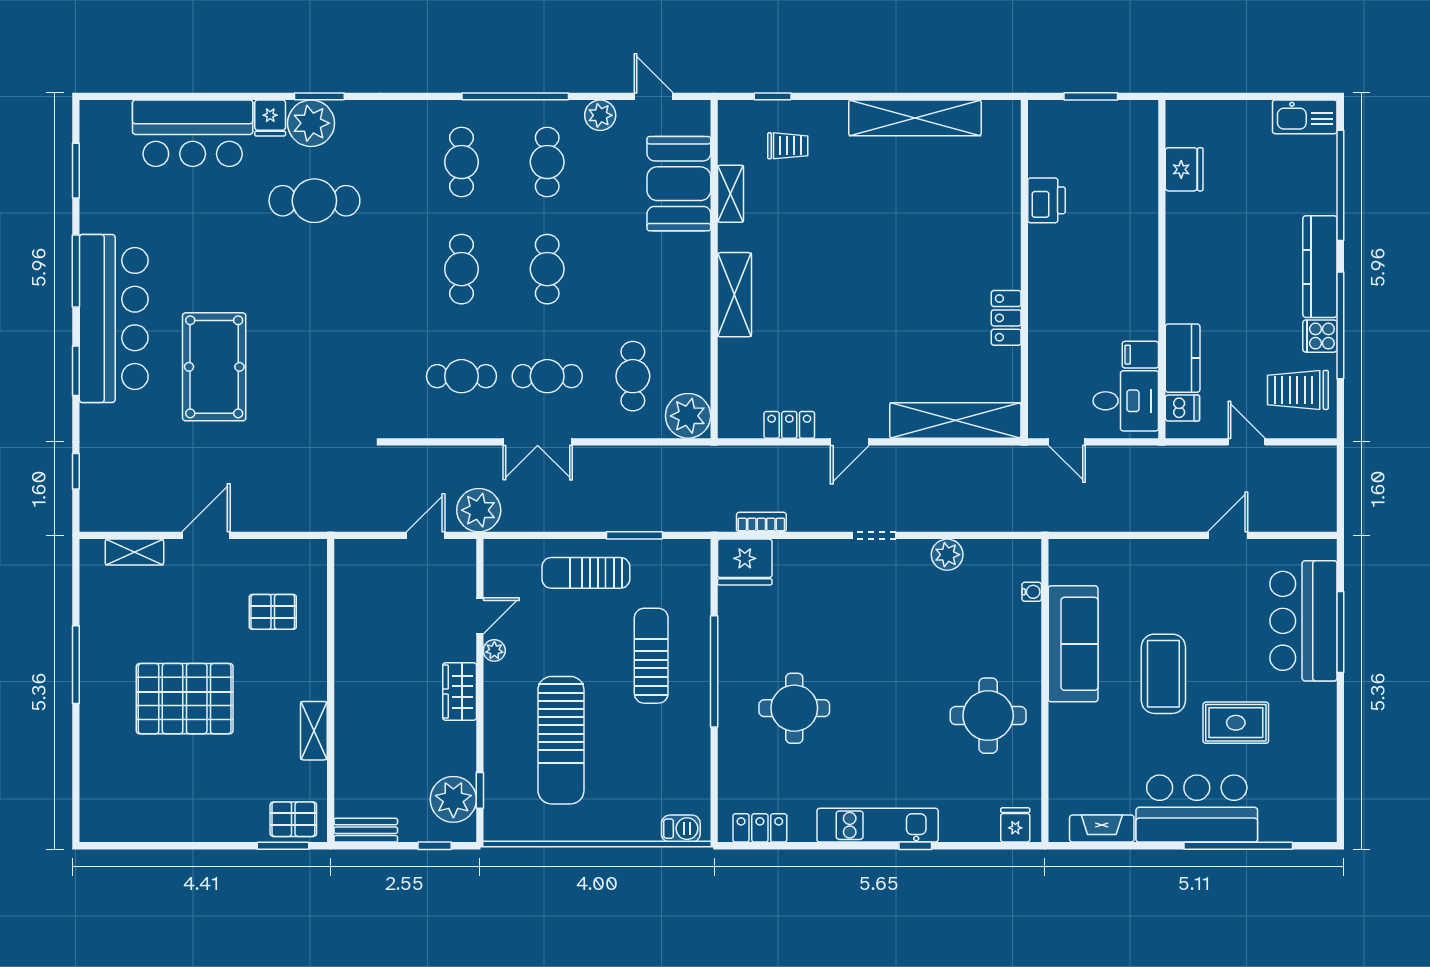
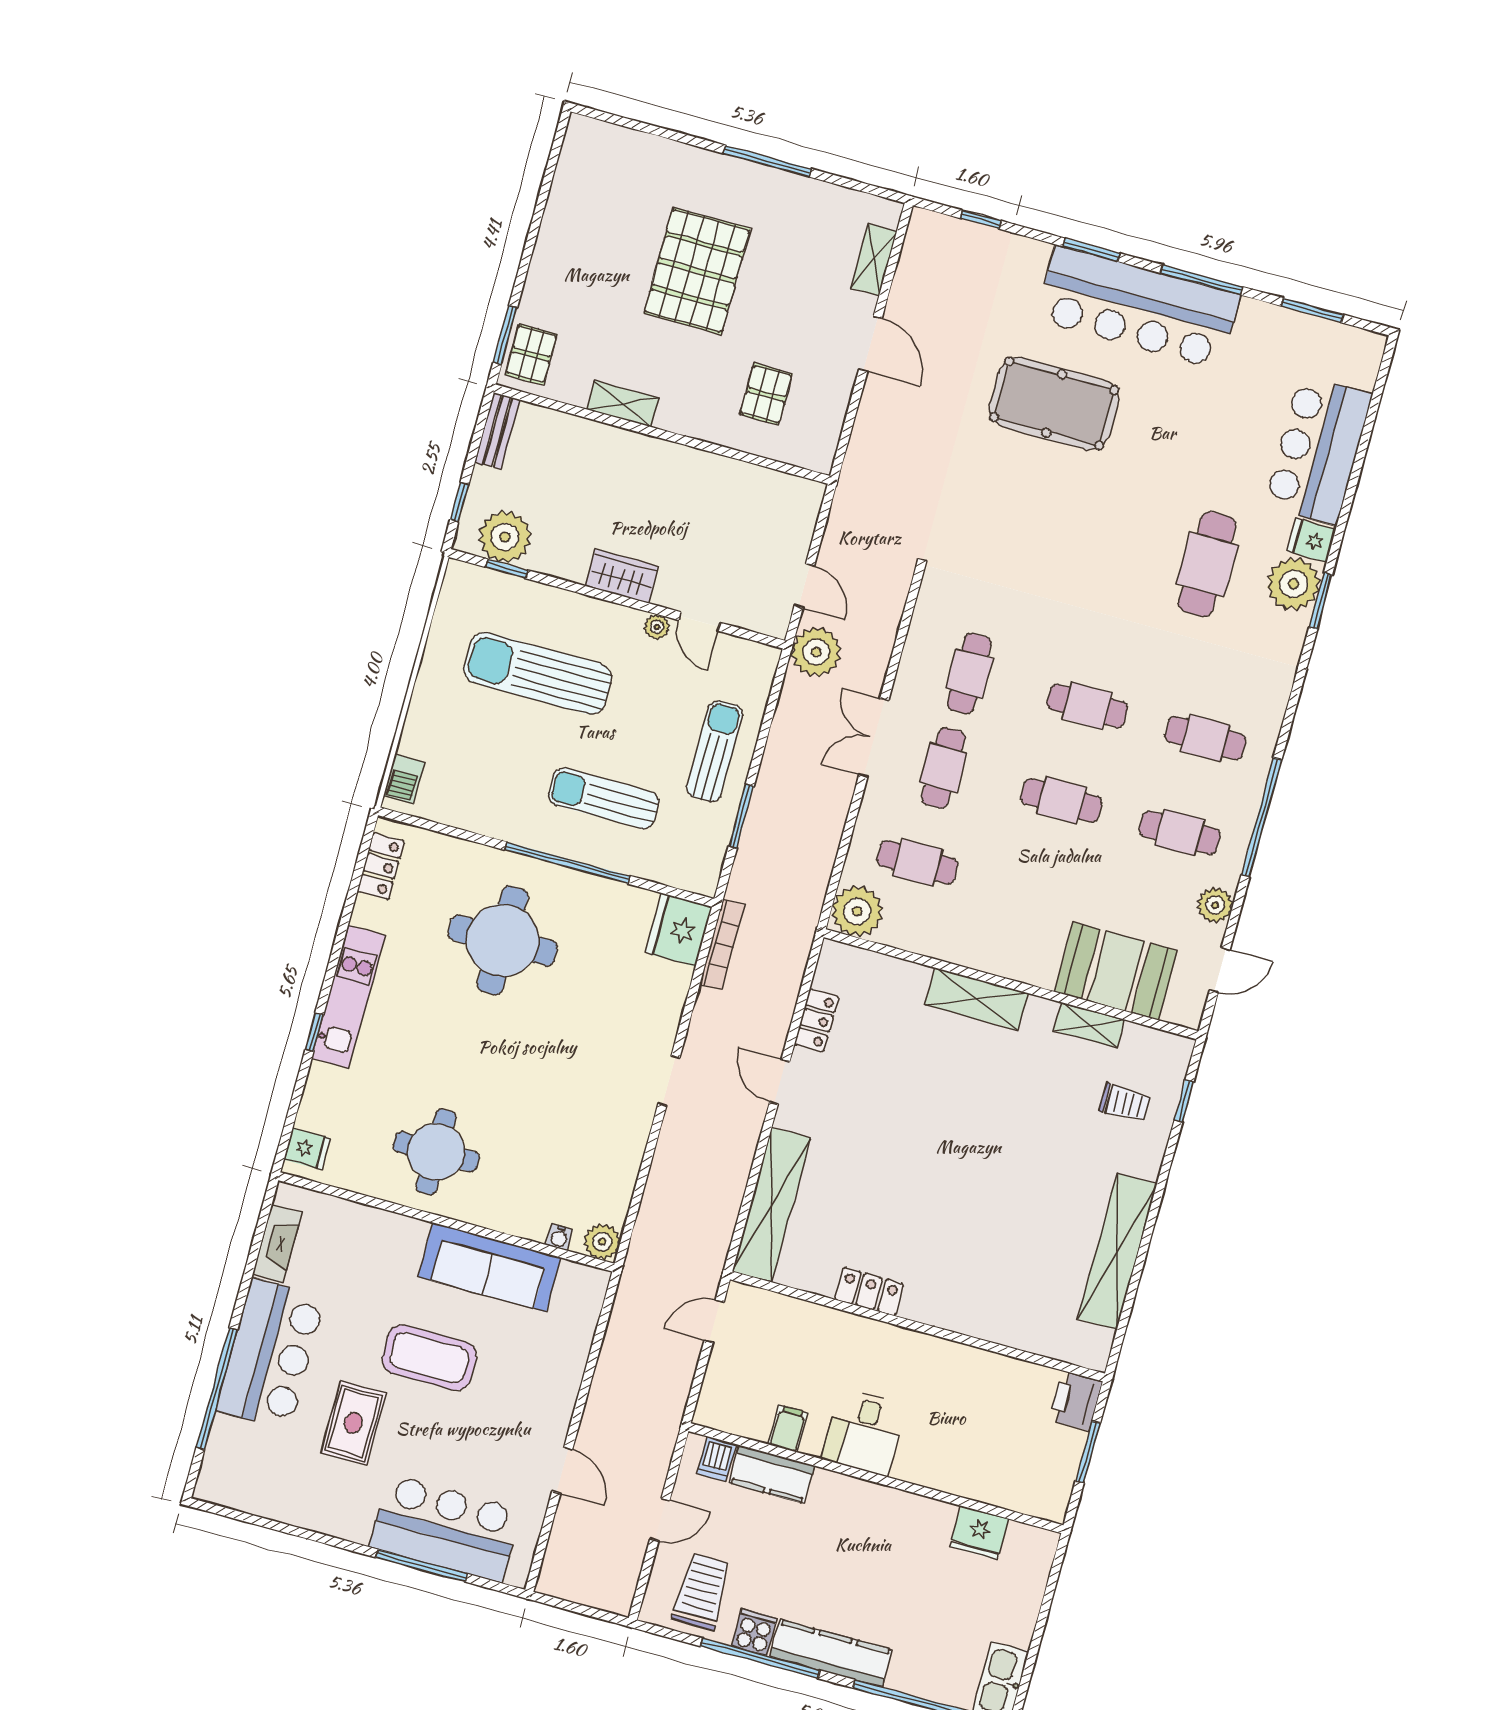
trolley: (788, 146) -> (1125, 1103), turned -90
printer: (1046, 200) -> (1076, 1401), moved, turned 90
desk: (1126, 401) -> (864, 1432), moved
bookcase: (761, 522) -> (722, 945), width x1.56
plant: (947, 555) -> (602, 1242), moved
sun lounger: (651, 656) -> (604, 798), turned 180
round table: (794, 708) -> (503, 940), width x1.36, depth x1.36

